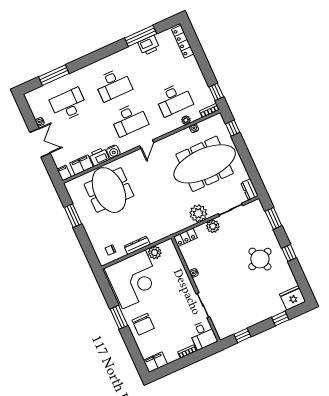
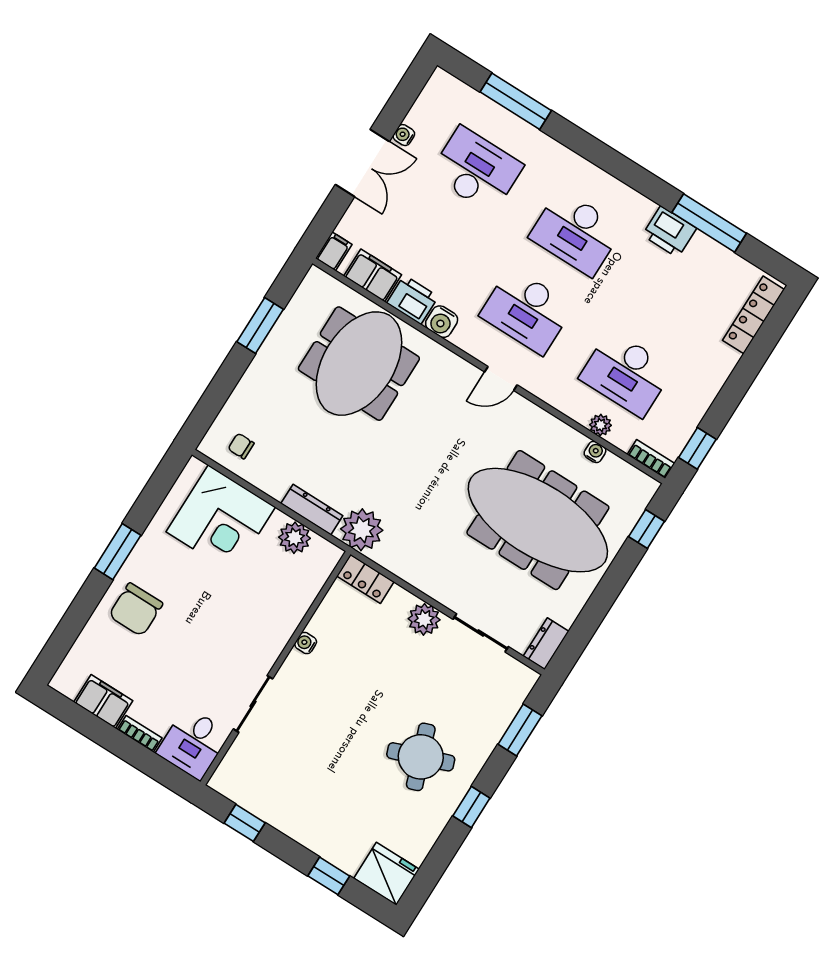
printer: (149, 45) -> (669, 232), moved
plant: (198, 213) -> (362, 530), moved
dresser: (137, 245) -> (312, 510), moved
corner desk: (134, 279) -> (221, 519), width x0.74, depth x0.74
filing cabinet: (155, 362) -> (103, 701), moved

